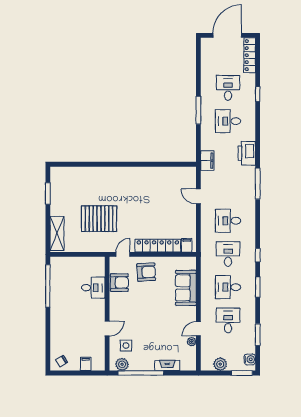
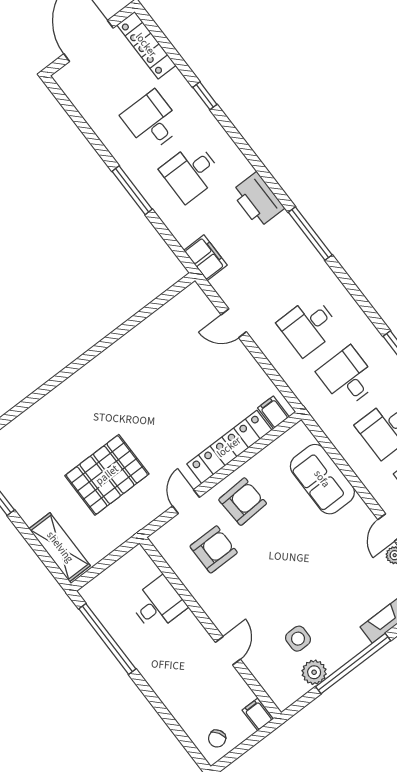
desk: (93, 288) -> (158, 604), moved
wall: (107, 314) -> (210, 628), moved
door: (107, 329) -> (228, 651), moved

